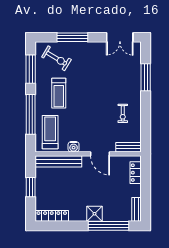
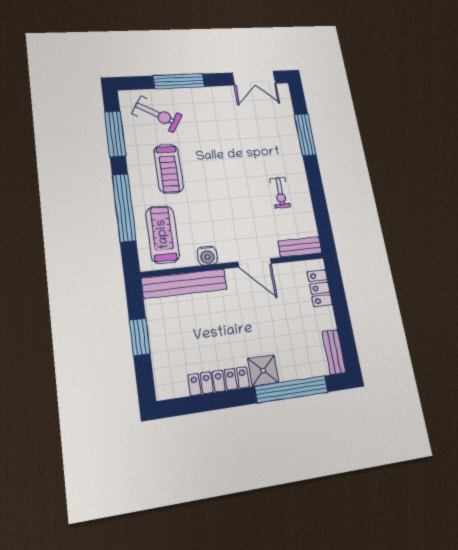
locker: (52, 216) -> (219, 381), moved

